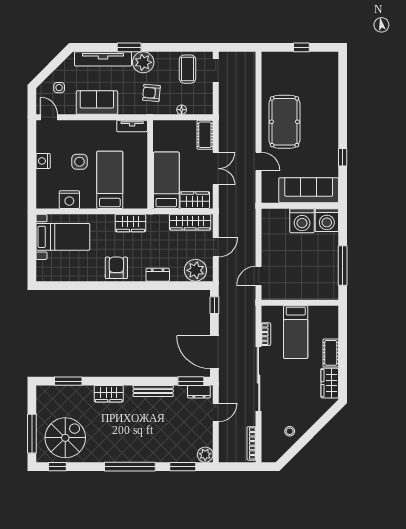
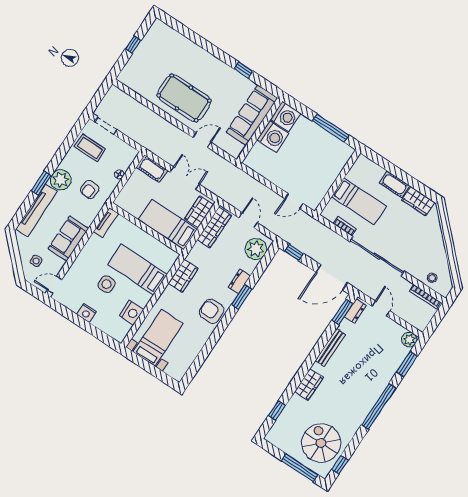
door: (259, 276) -> (294, 201), hinge flipped
window: (146, 286) -> (242, 297), added
window: (68, 381) -> (277, 410), width x0.67
stool: (290, 431) -> (432, 278), moved

